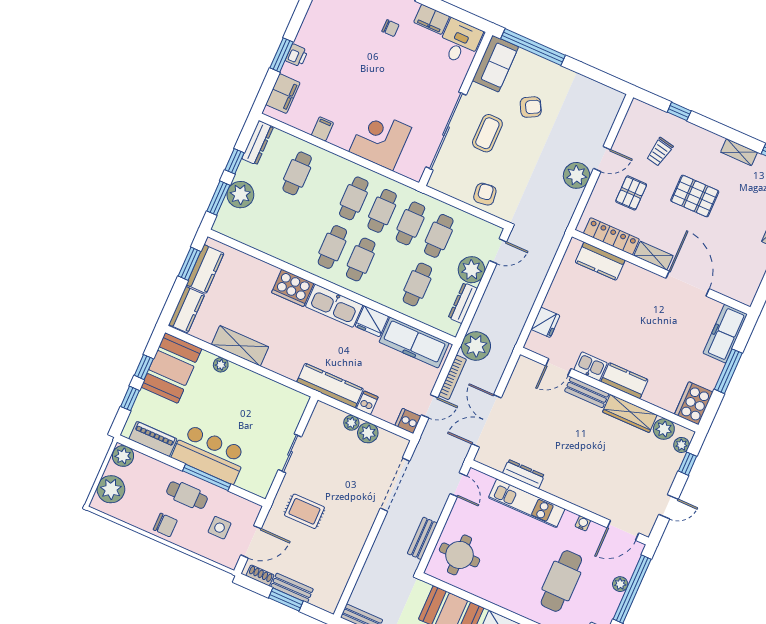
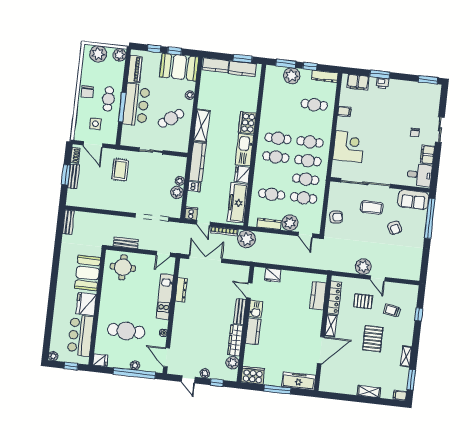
shelving: (240, 346) -> (202, 126), moved
cafe table: (248, 406) -> (171, 118), added
plant: (681, 445) -> (205, 373), moved

